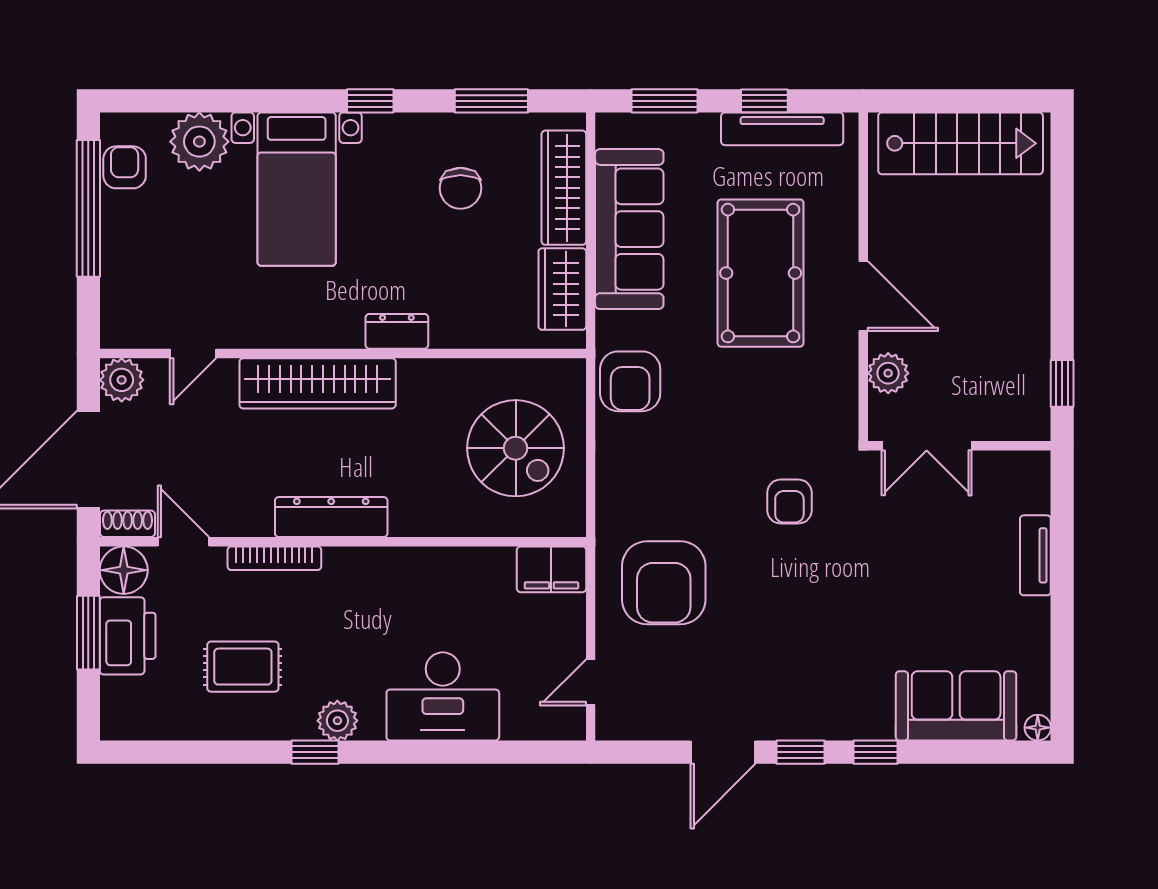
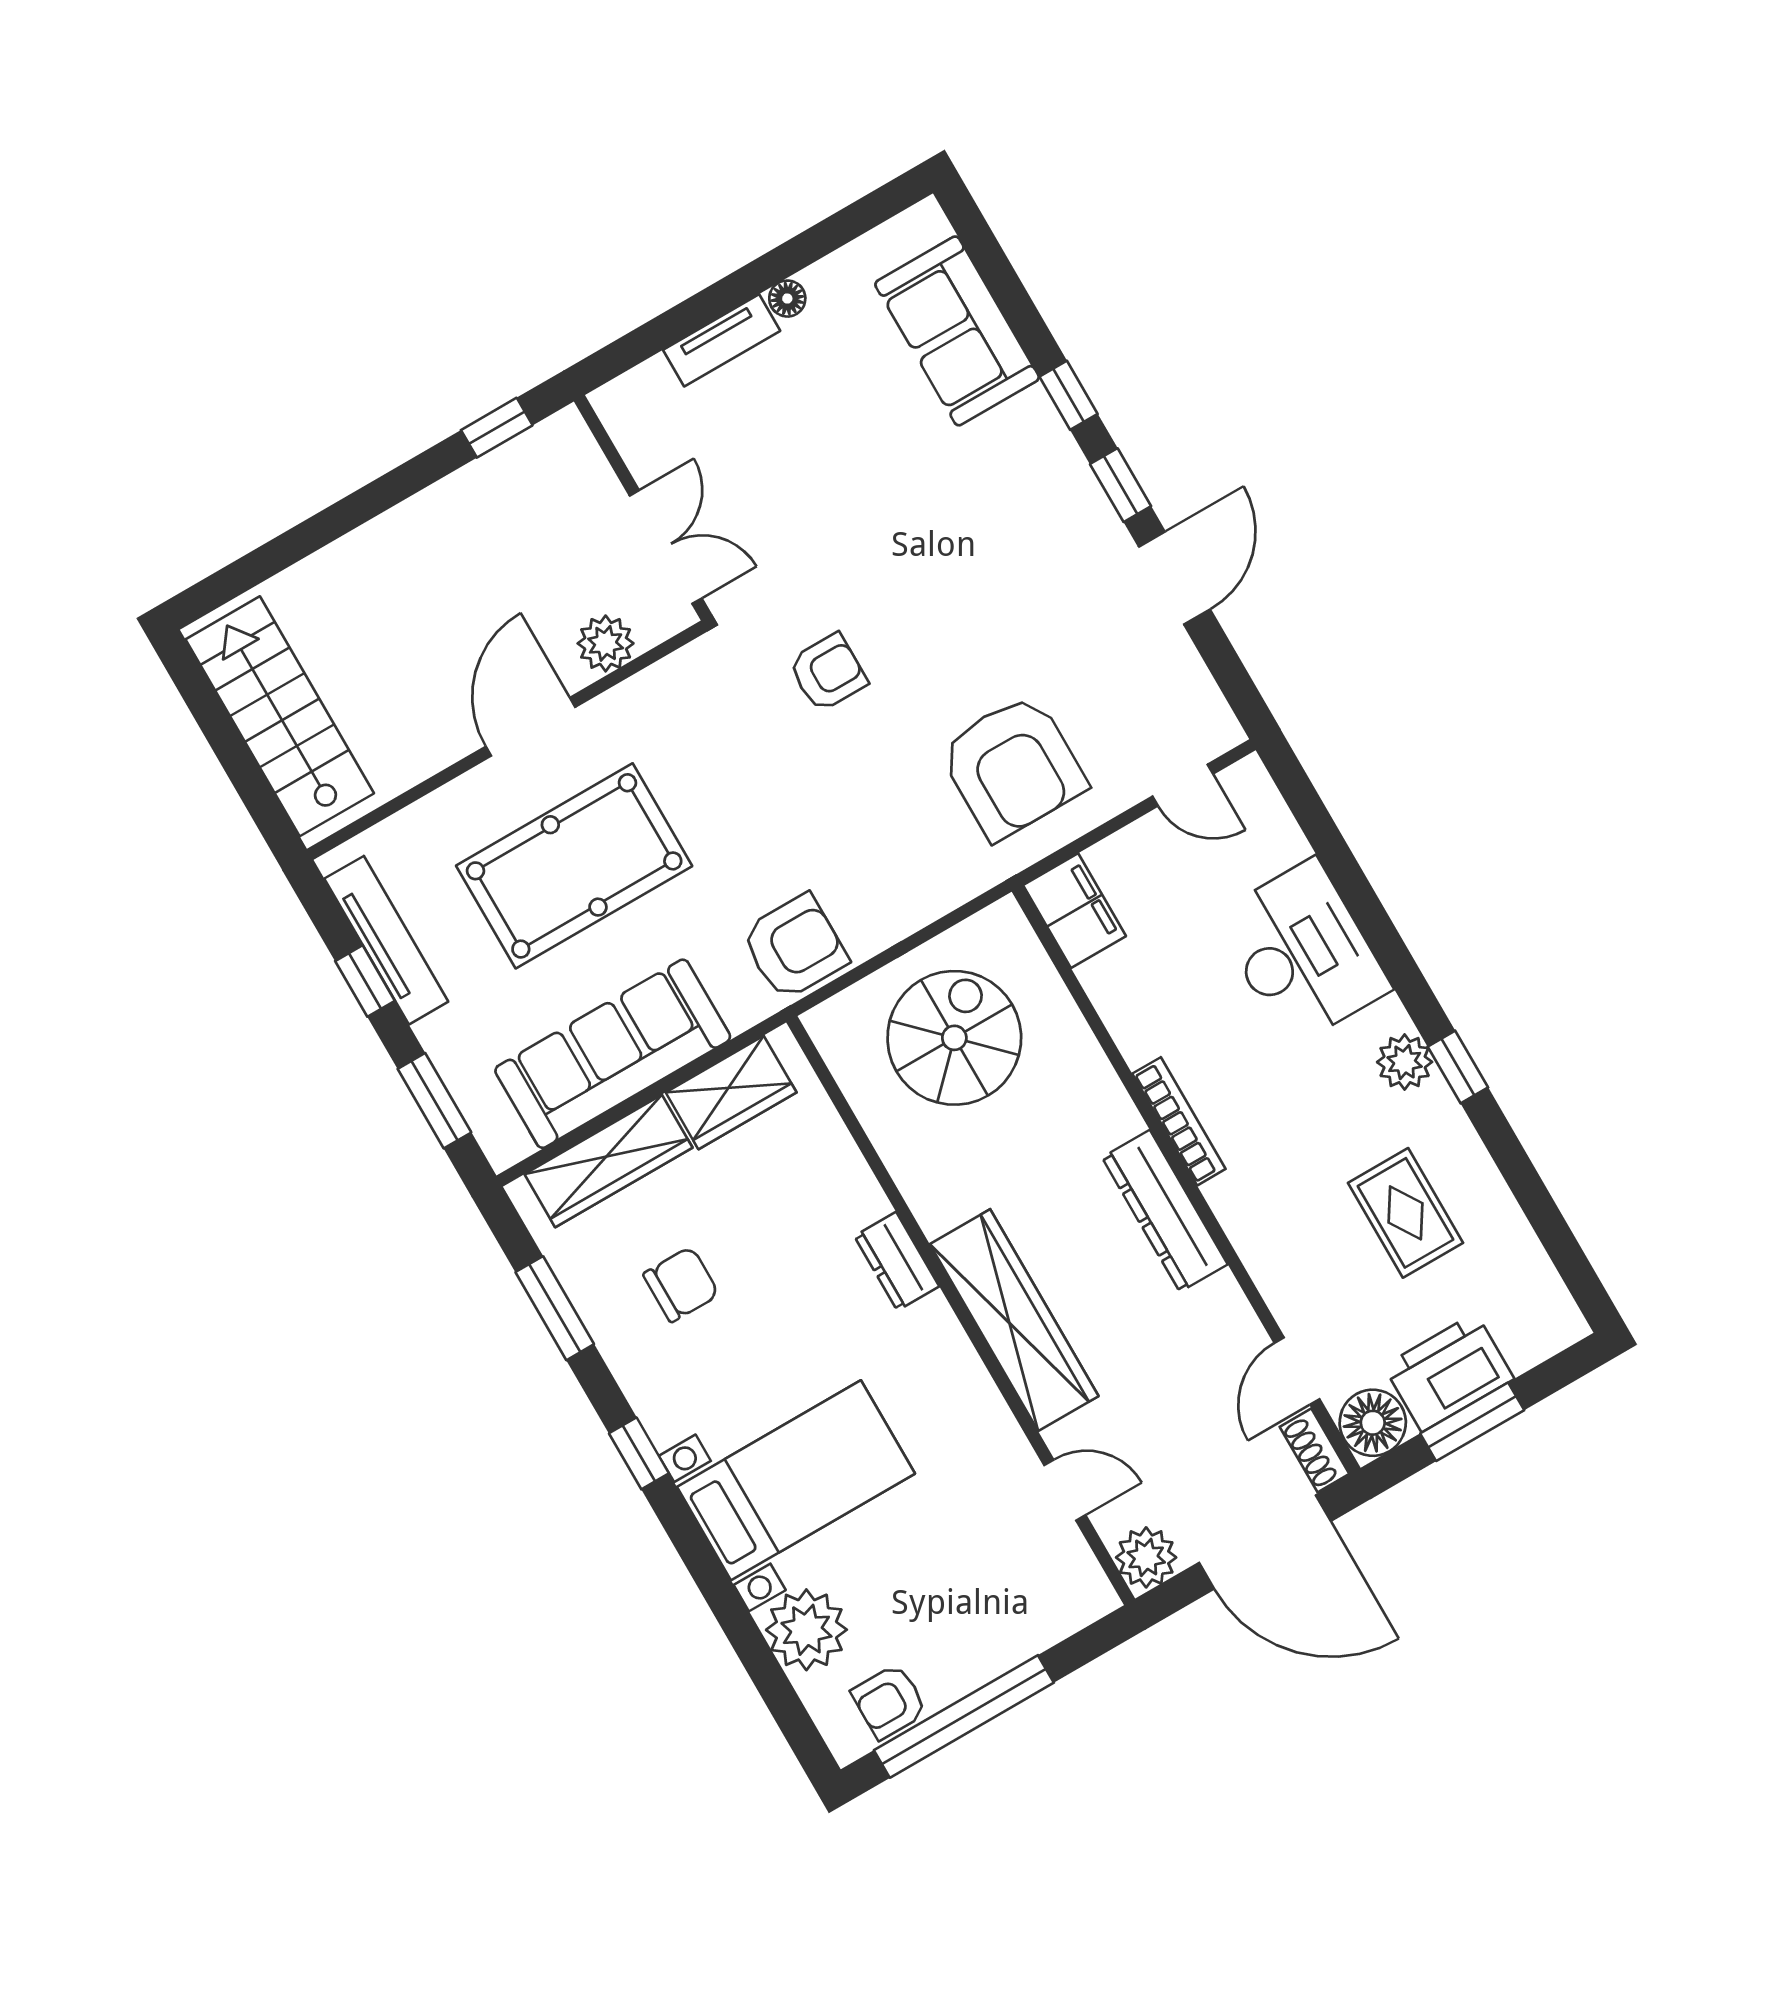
bookcase: (274, 558) -> (1179, 1121), moved
armchair: (664, 583) -> (1013, 767), turned 90
floor lamp: (1038, 728) -> (787, 299), moved
door: (723, 752) -> (1174, 578), hinge flipped

